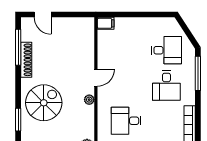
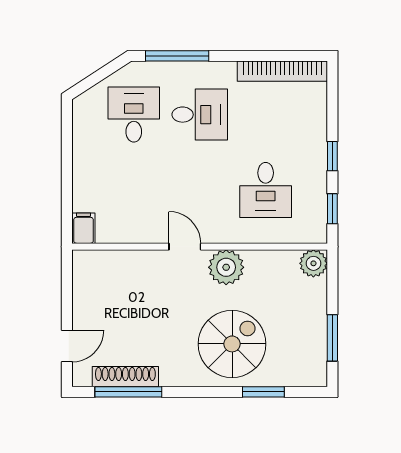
shoe rack: (26, 60) -> (125, 377), moved
plant: (89, 100) -> (226, 267), width x1.88, depth x1.88
spiral stairs: (44, 103) -> (232, 344), turned 90

